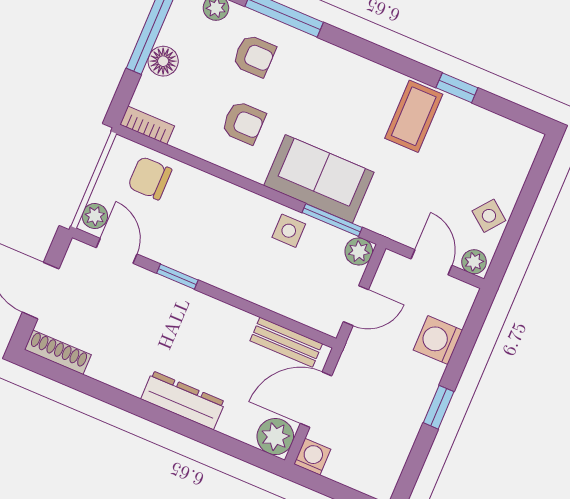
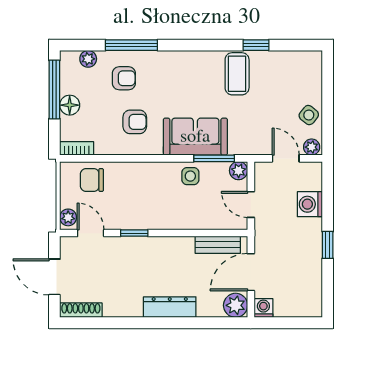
door: (356, 306) -> (251, 204), swing flipped

